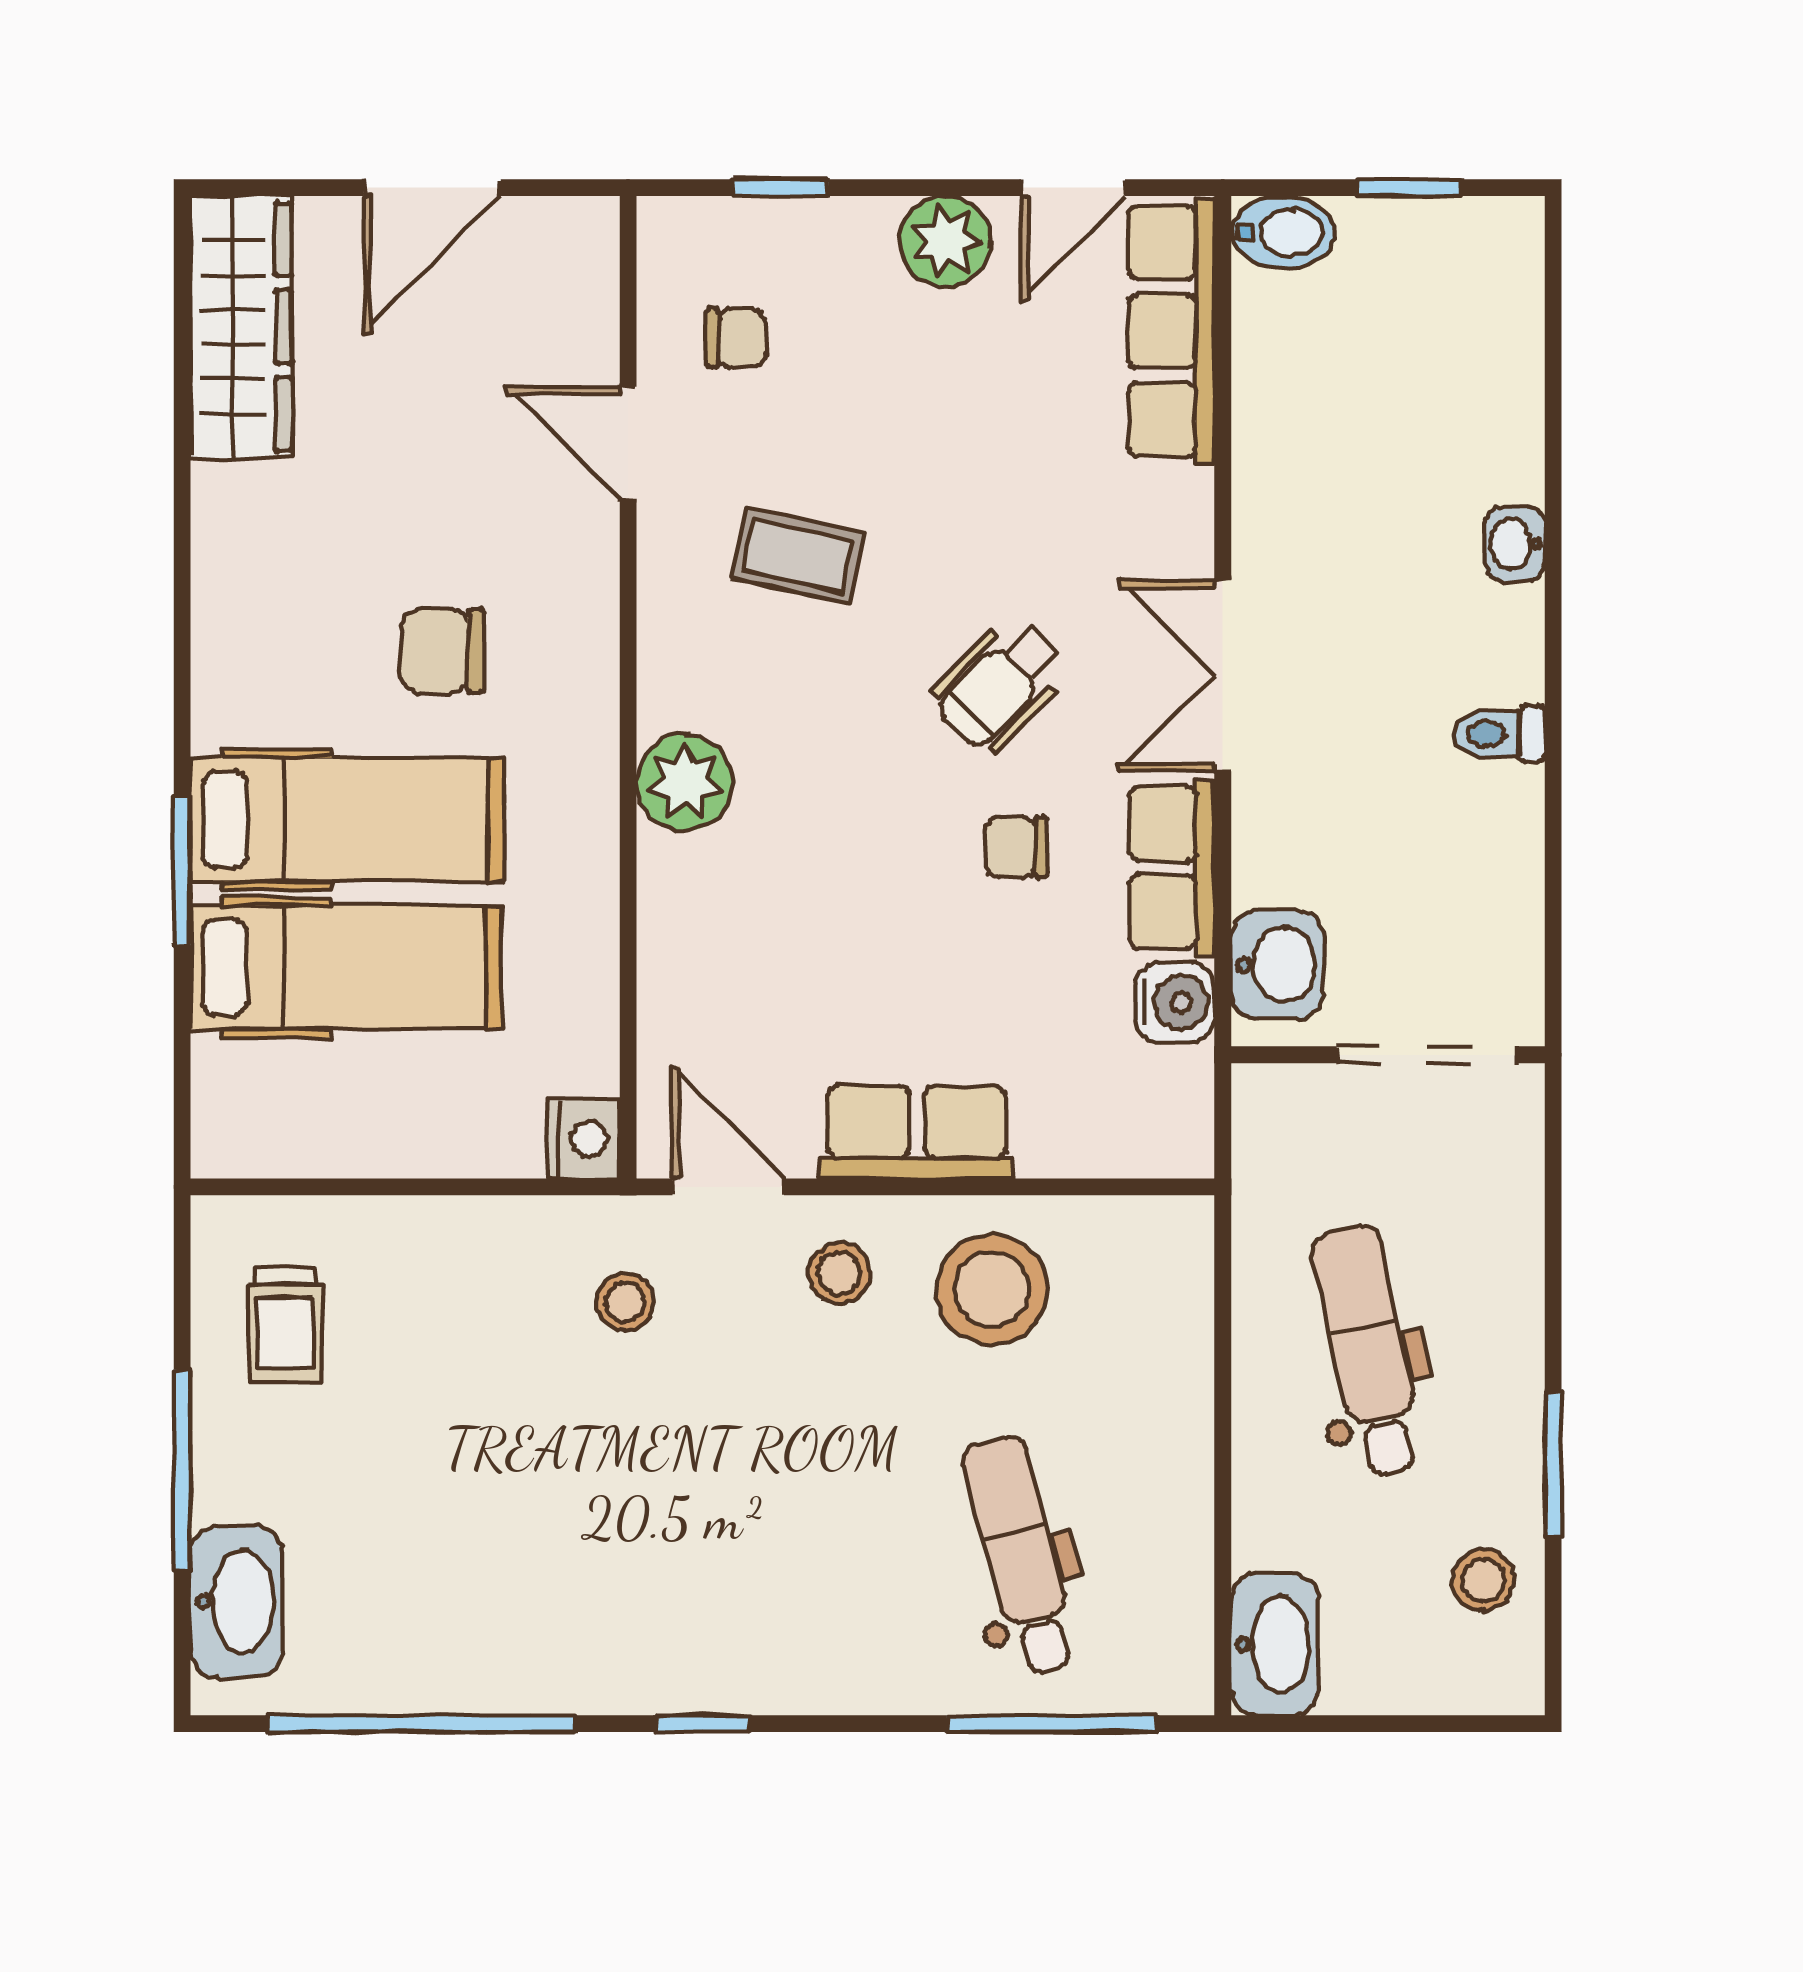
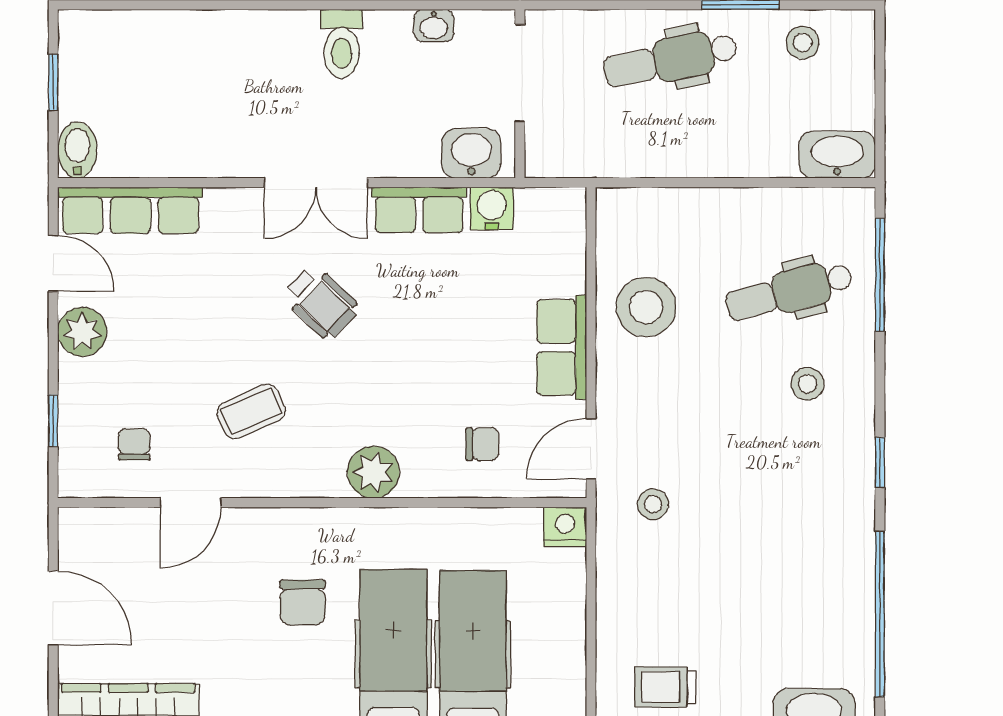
washbasin: (1515, 544) -> (434, 26), moved
coffee table: (798, 556) -> (251, 411), turned 54
toilet: (1499, 734) -> (342, 44), width x1.37, depth x1.39
chair: (1017, 847) -> (482, 444), moved, turned -90
stool: (839, 1273) -> (807, 384), moved
trolley: (285, 1325) -> (665, 687), turned 180
dental chair: (1369, 1351) -> (671, 60), moved

